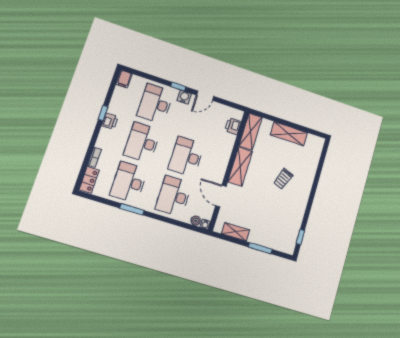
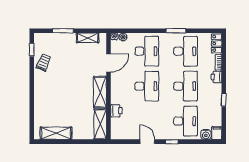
door: (205, 96) -> (147, 142), hinge flipped
water cooler: (184, 97) -> (206, 135), moved
printer: (110, 121) -> (216, 77), moved
printer: (233, 126) -> (116, 111), moved
shelving: (289, 134) -> (56, 133), moved
trolley: (283, 179) -> (44, 62), moved
door: (221, 196) -> (109, 63), hinge flipped

